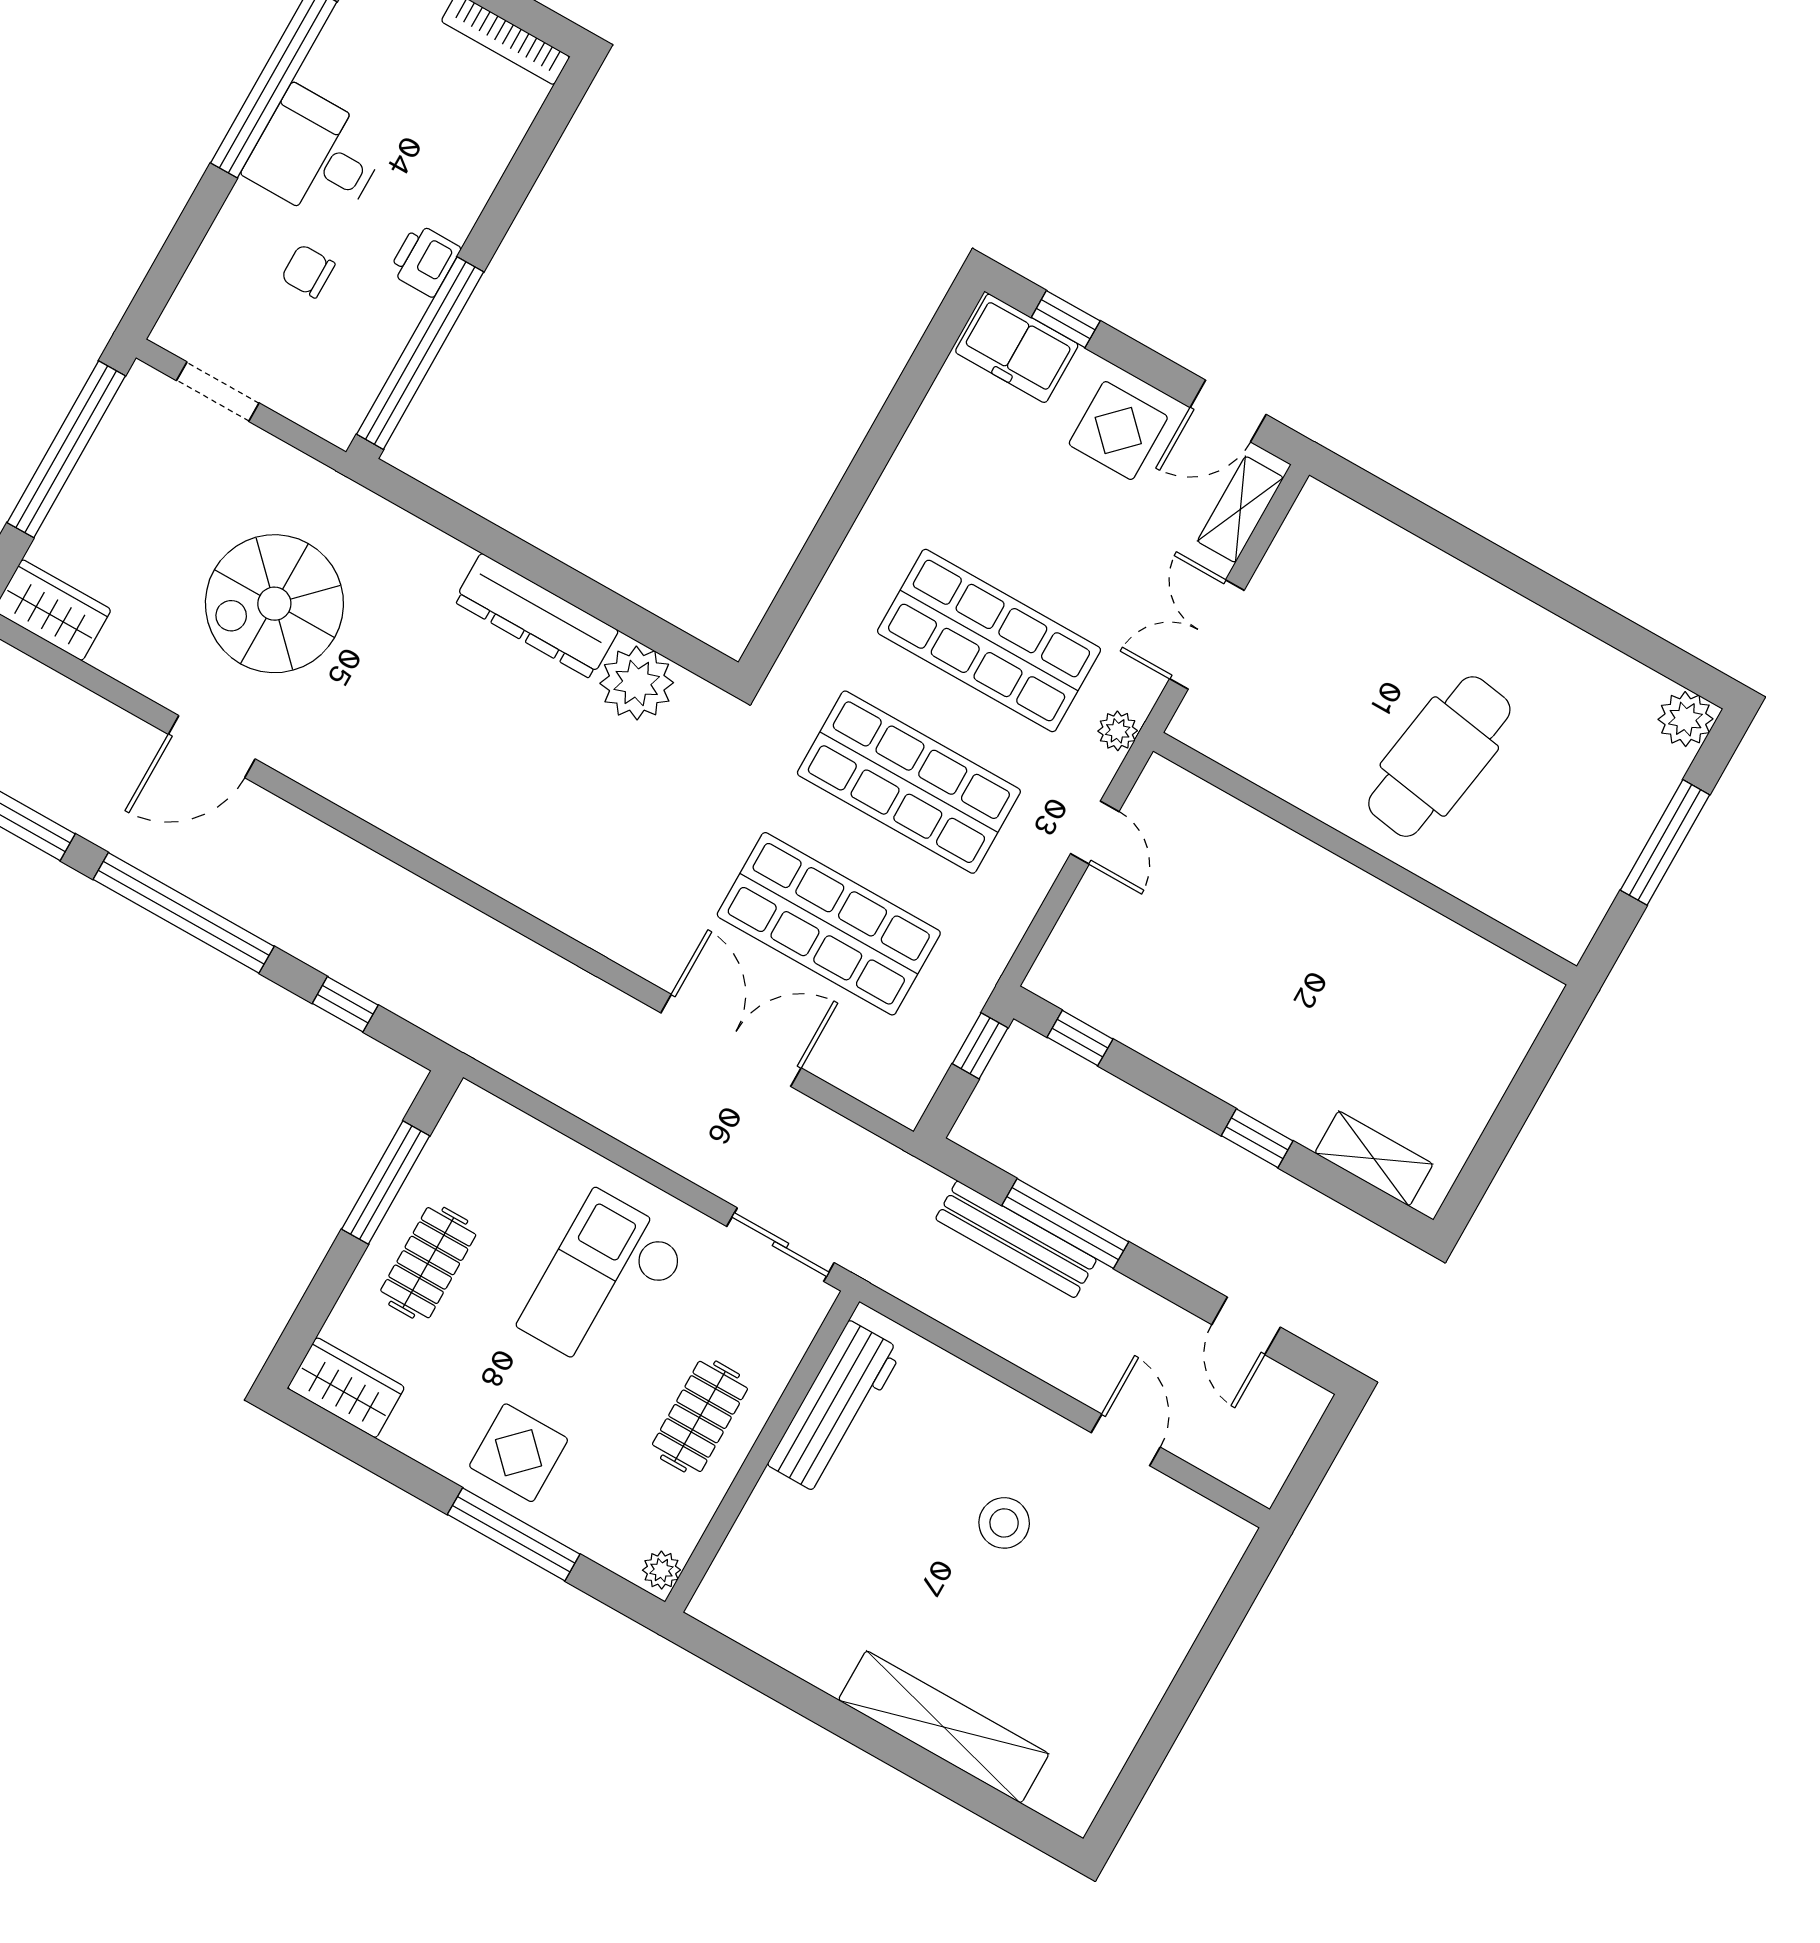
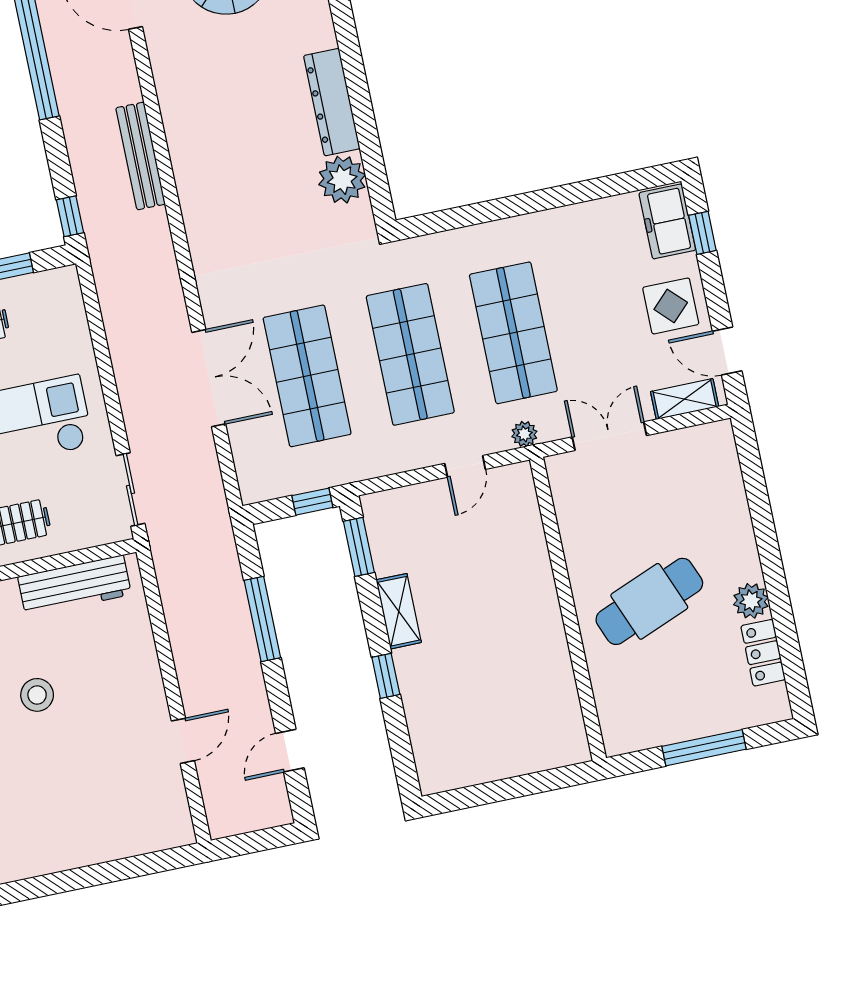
locker: (1615, 677) -> (763, 653), added
plant: (1685, 719) -> (751, 601), moved
cafe table: (1439, 757) -> (649, 601), turned -31
window: (345, 1004) -> (70, 216), moved
window: (1080, 1038) -> (359, 547), width x1.50
shelving: (1374, 1159) -> (399, 611), moved
bench: (1016, 1239) -> (141, 156), moved
stool: (1004, 1523) -> (37, 695), moved

